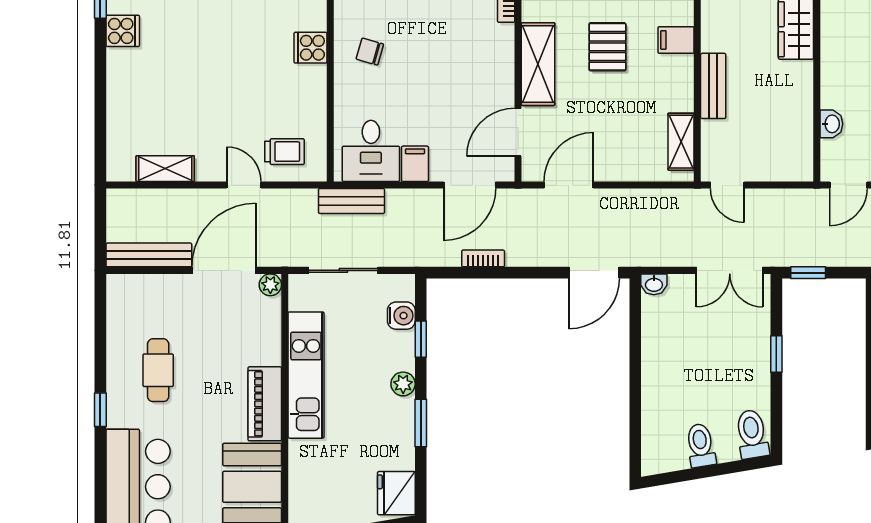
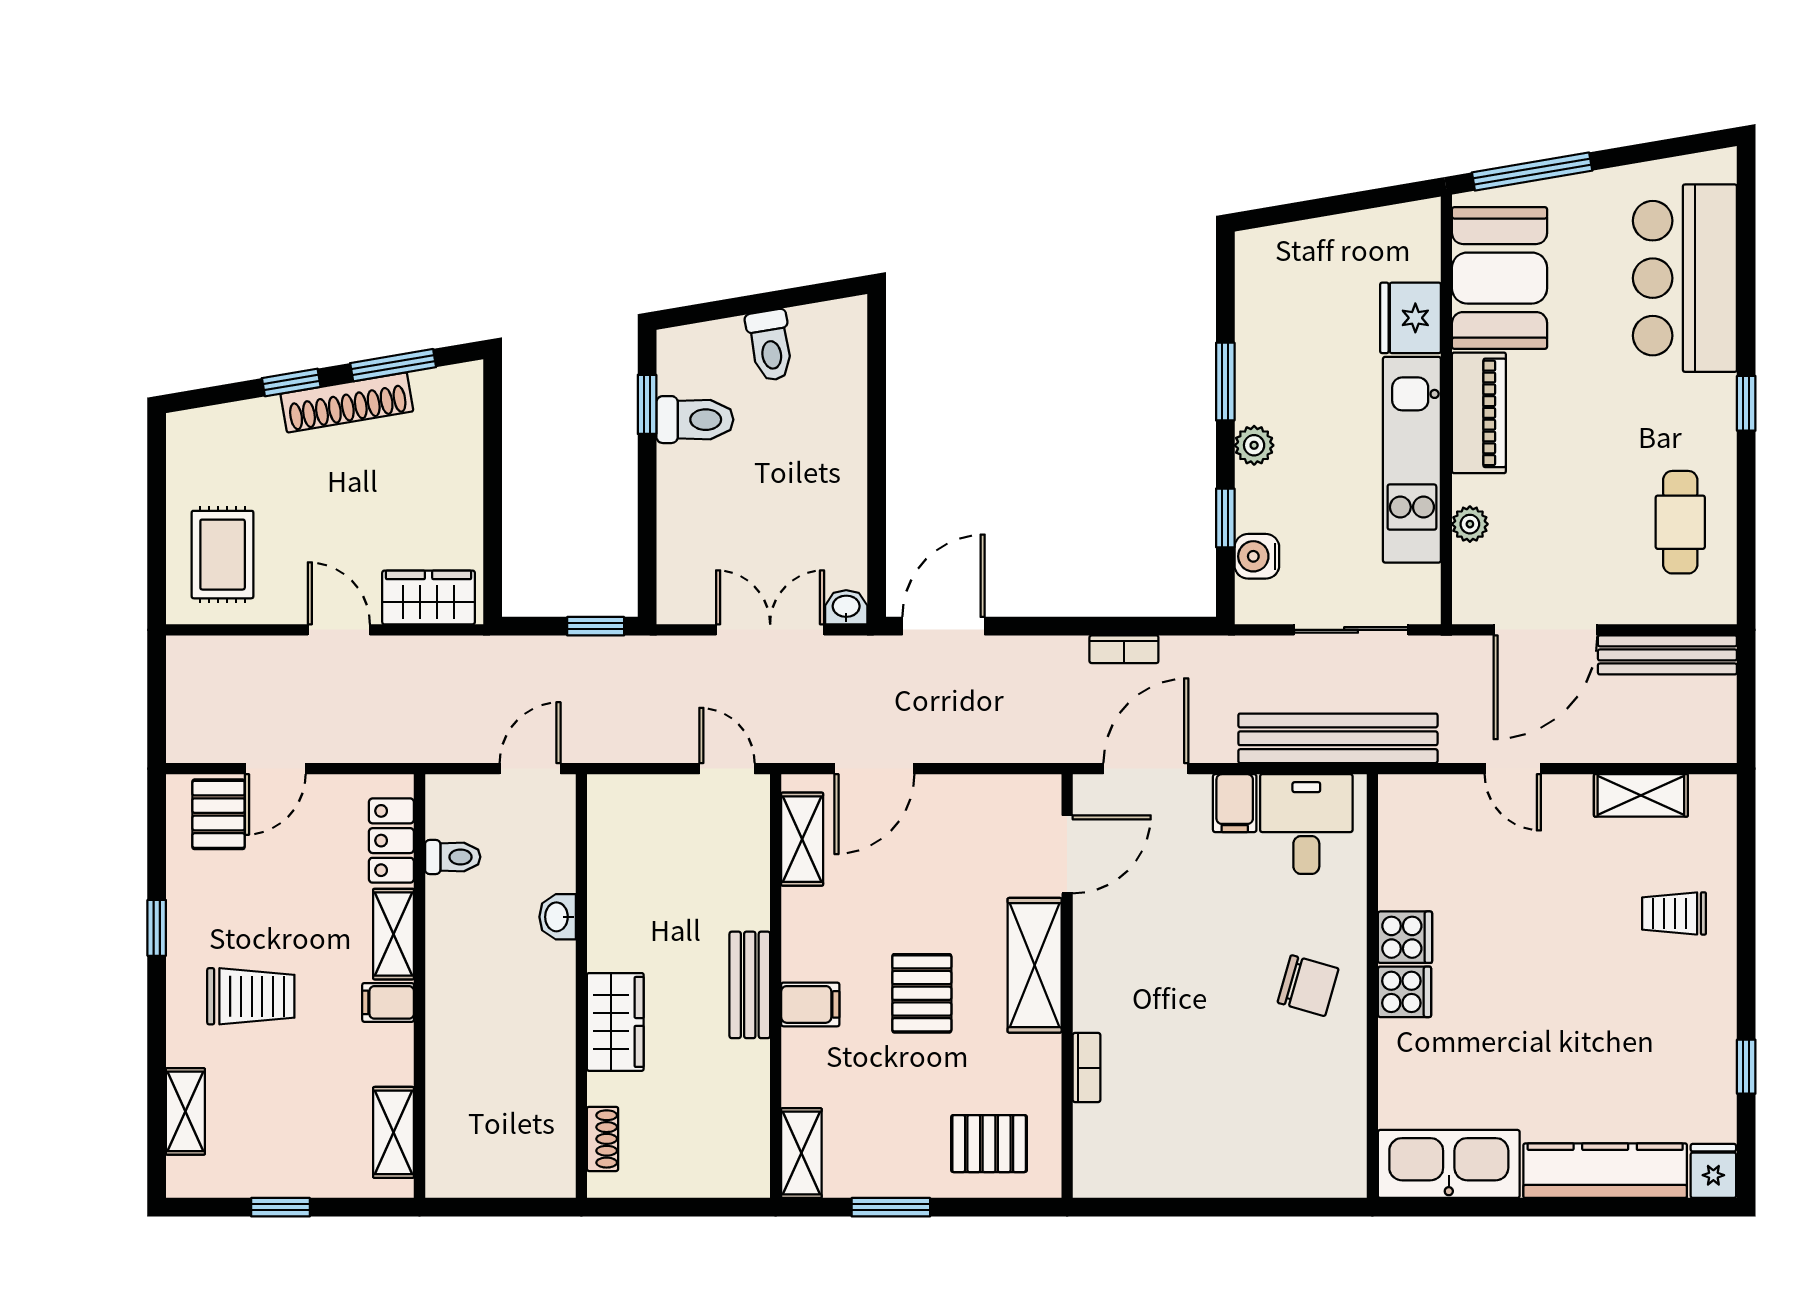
cooker: (123, 31) -> (1405, 937), moved, turned 180
chair: (370, 52) -> (1308, 986), width x1.37, depth x1.37
bench: (713, 86) -> (750, 985), moved
washbasin: (831, 124) -> (558, 917), moved
trolley: (285, 152) -> (1674, 913), moved
door: (569, 185) -> (874, 769), moved
bench: (351, 201) -> (1338, 738), width x1.86, depth x1.21
double door: (730, 270) -> (770, 630), moved
plant: (270, 285) -> (1470, 524), moved
window: (776, 354) -> (647, 404), moved
cafe table: (158, 370) -> (1680, 522), moved
toilet: (752, 434) -> (695, 420), moved, turned -80
fridge: (396, 493) -> (1410, 318), moved, turned 180

